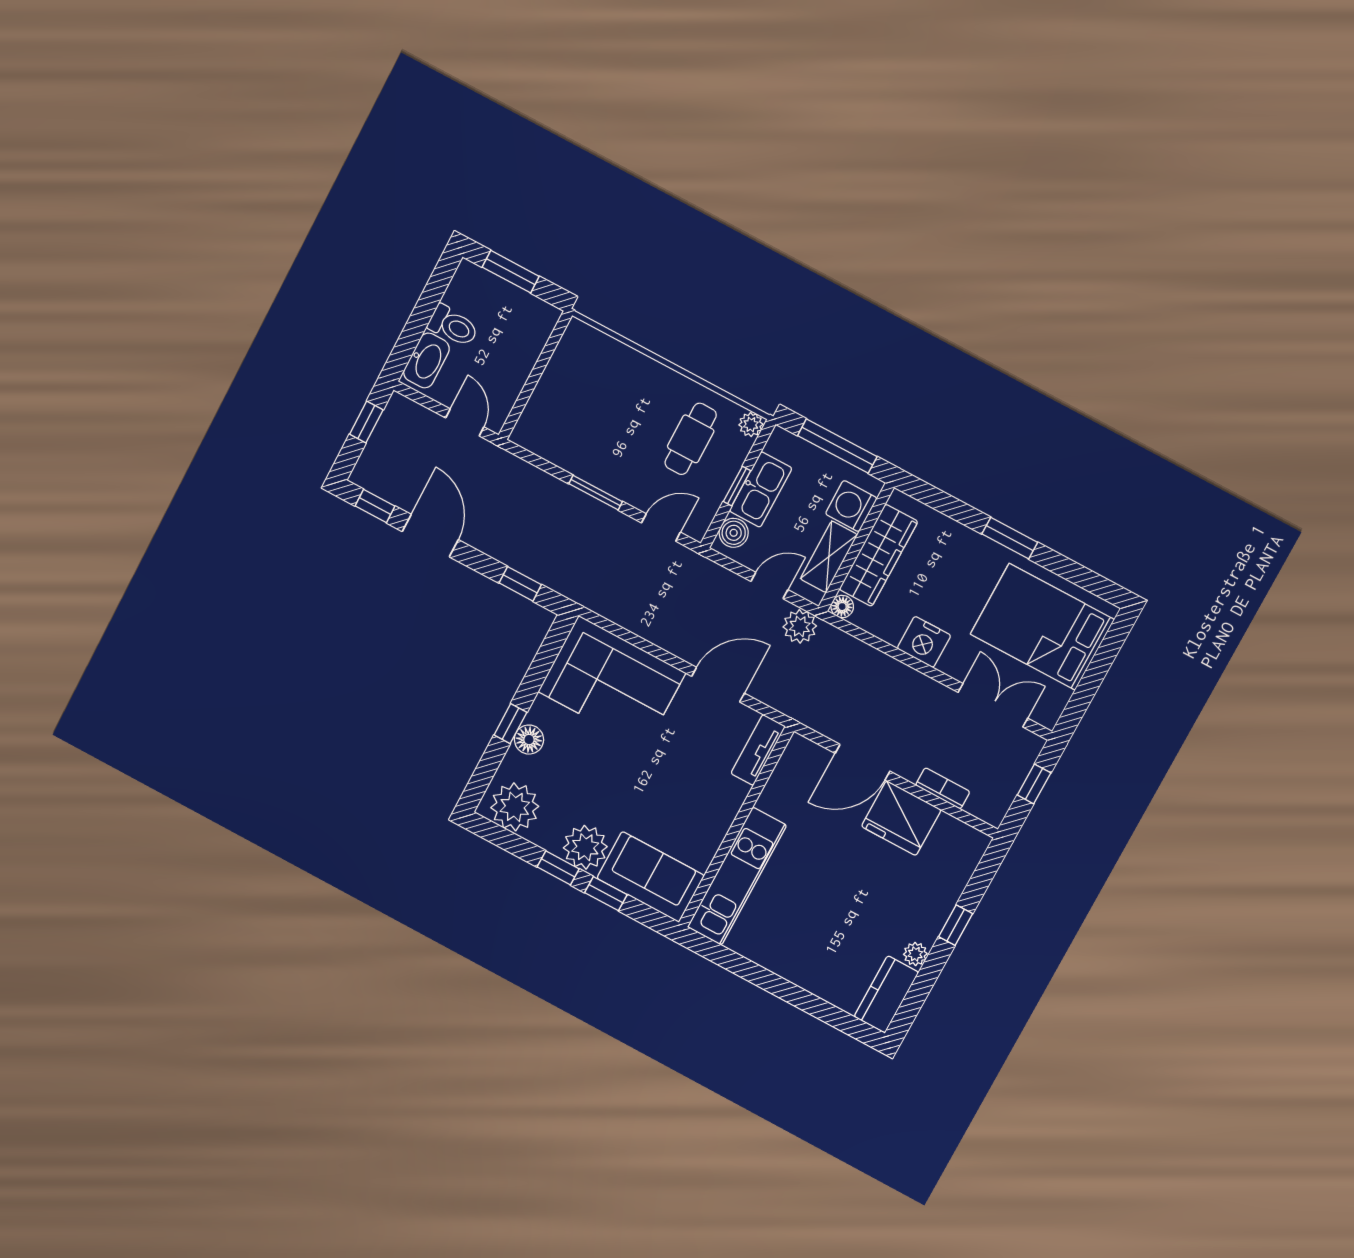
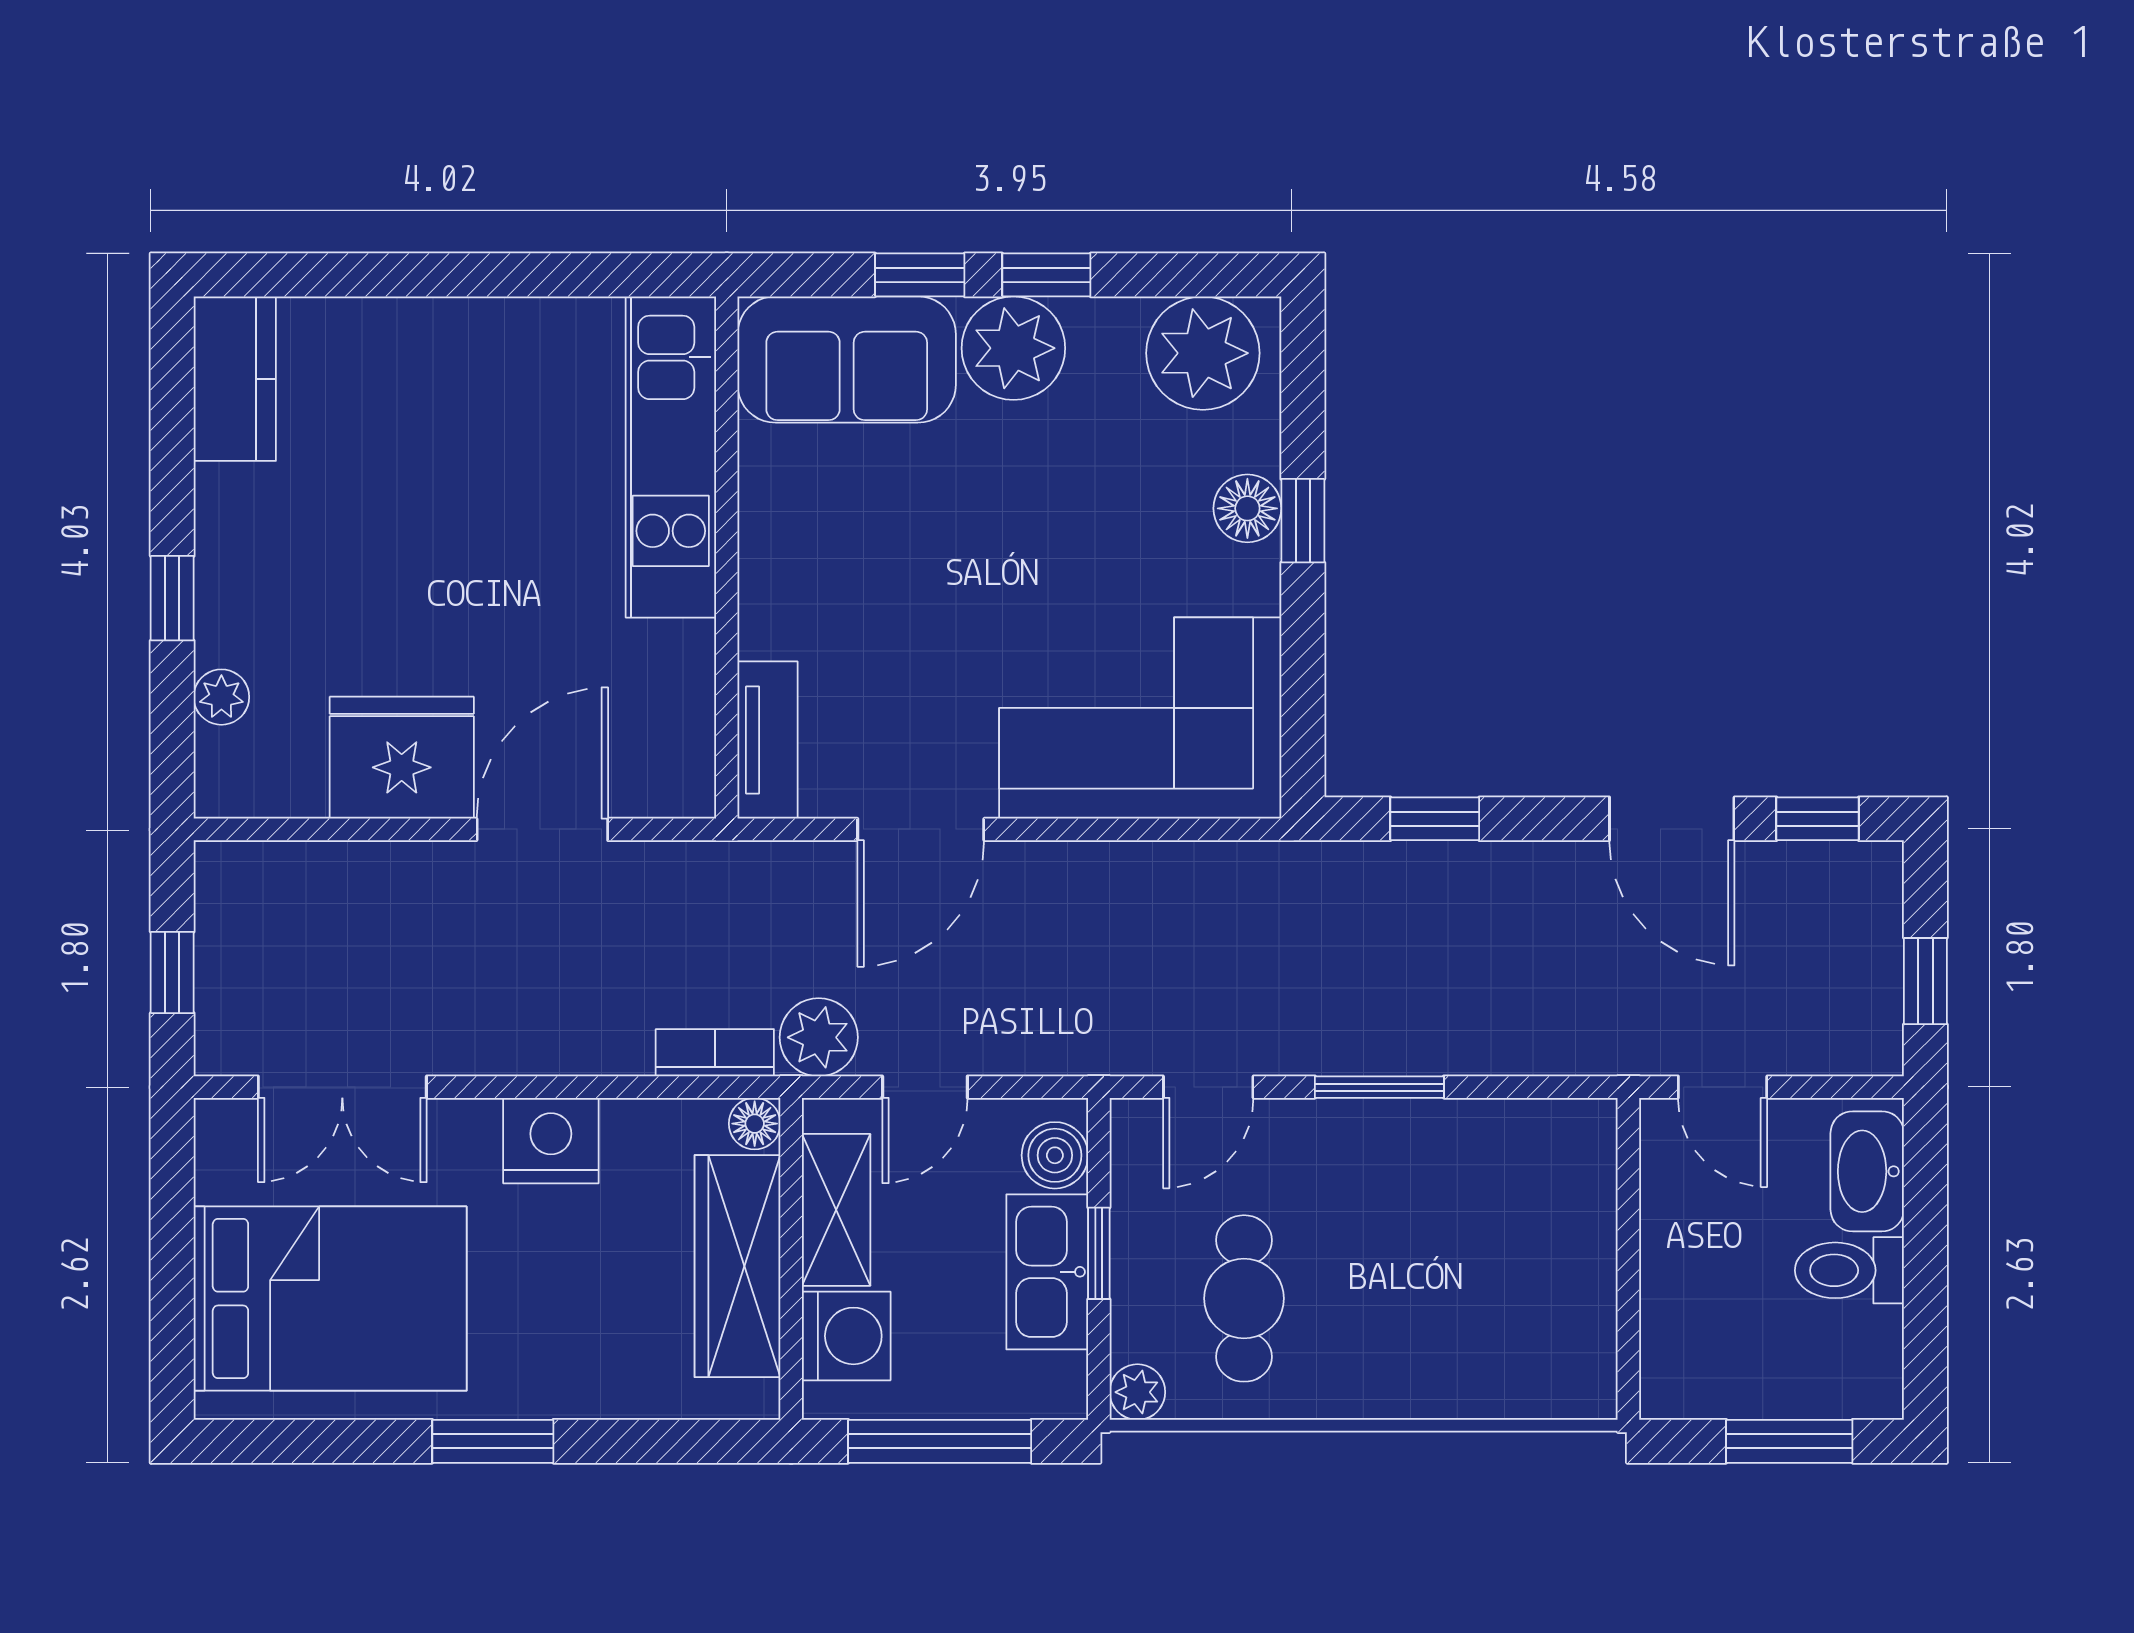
bookcase: (943, 788) -> (715, 1053), moved, turned 180
plant: (915, 954) -> (221, 697), moved

